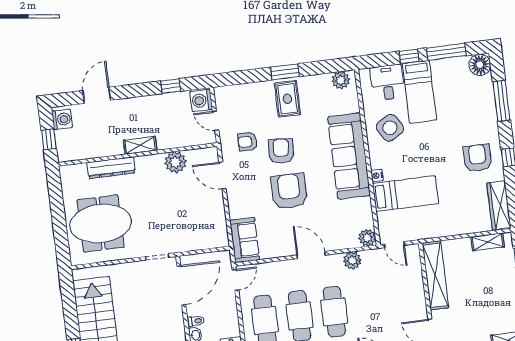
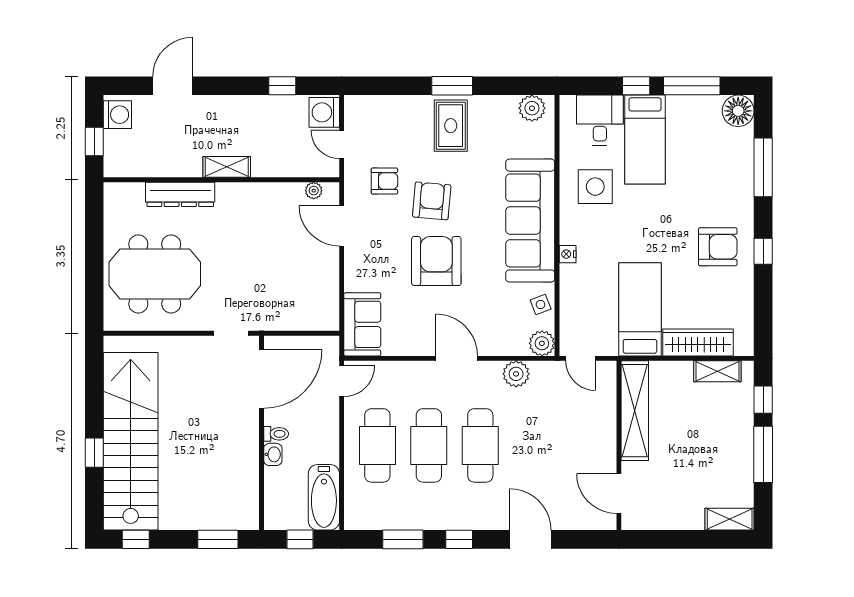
side table: (390, 128) -> (595, 187), turned 31
armchair: (247, 142) -> (384, 181), turned 180
armchair: (477, 158) -> (718, 247), turned 90
plant: (176, 162) -> (314, 191), moved, width x0.53, depth x0.53
bed: (405, 194) -> (640, 309), moved, turned -90
wardrobe: (499, 205) -> (698, 343), moved, turned 90
side table: (363, 212) -> (541, 305), added

